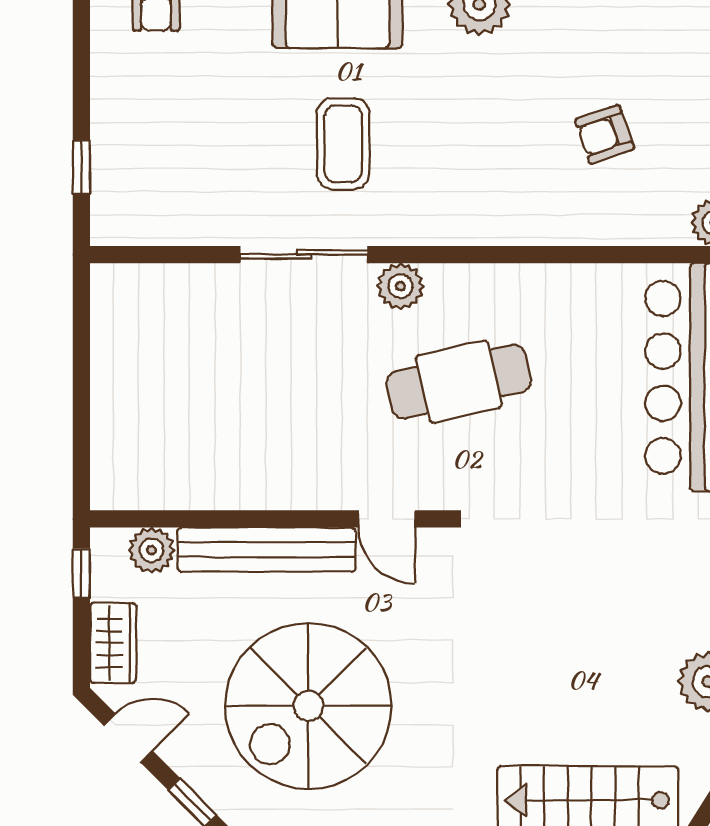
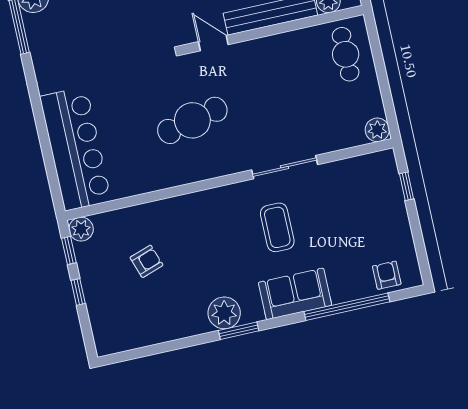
plant: (400, 286) -> (377, 130), moved
cafe table: (141, 442) -> (346, 54), added

